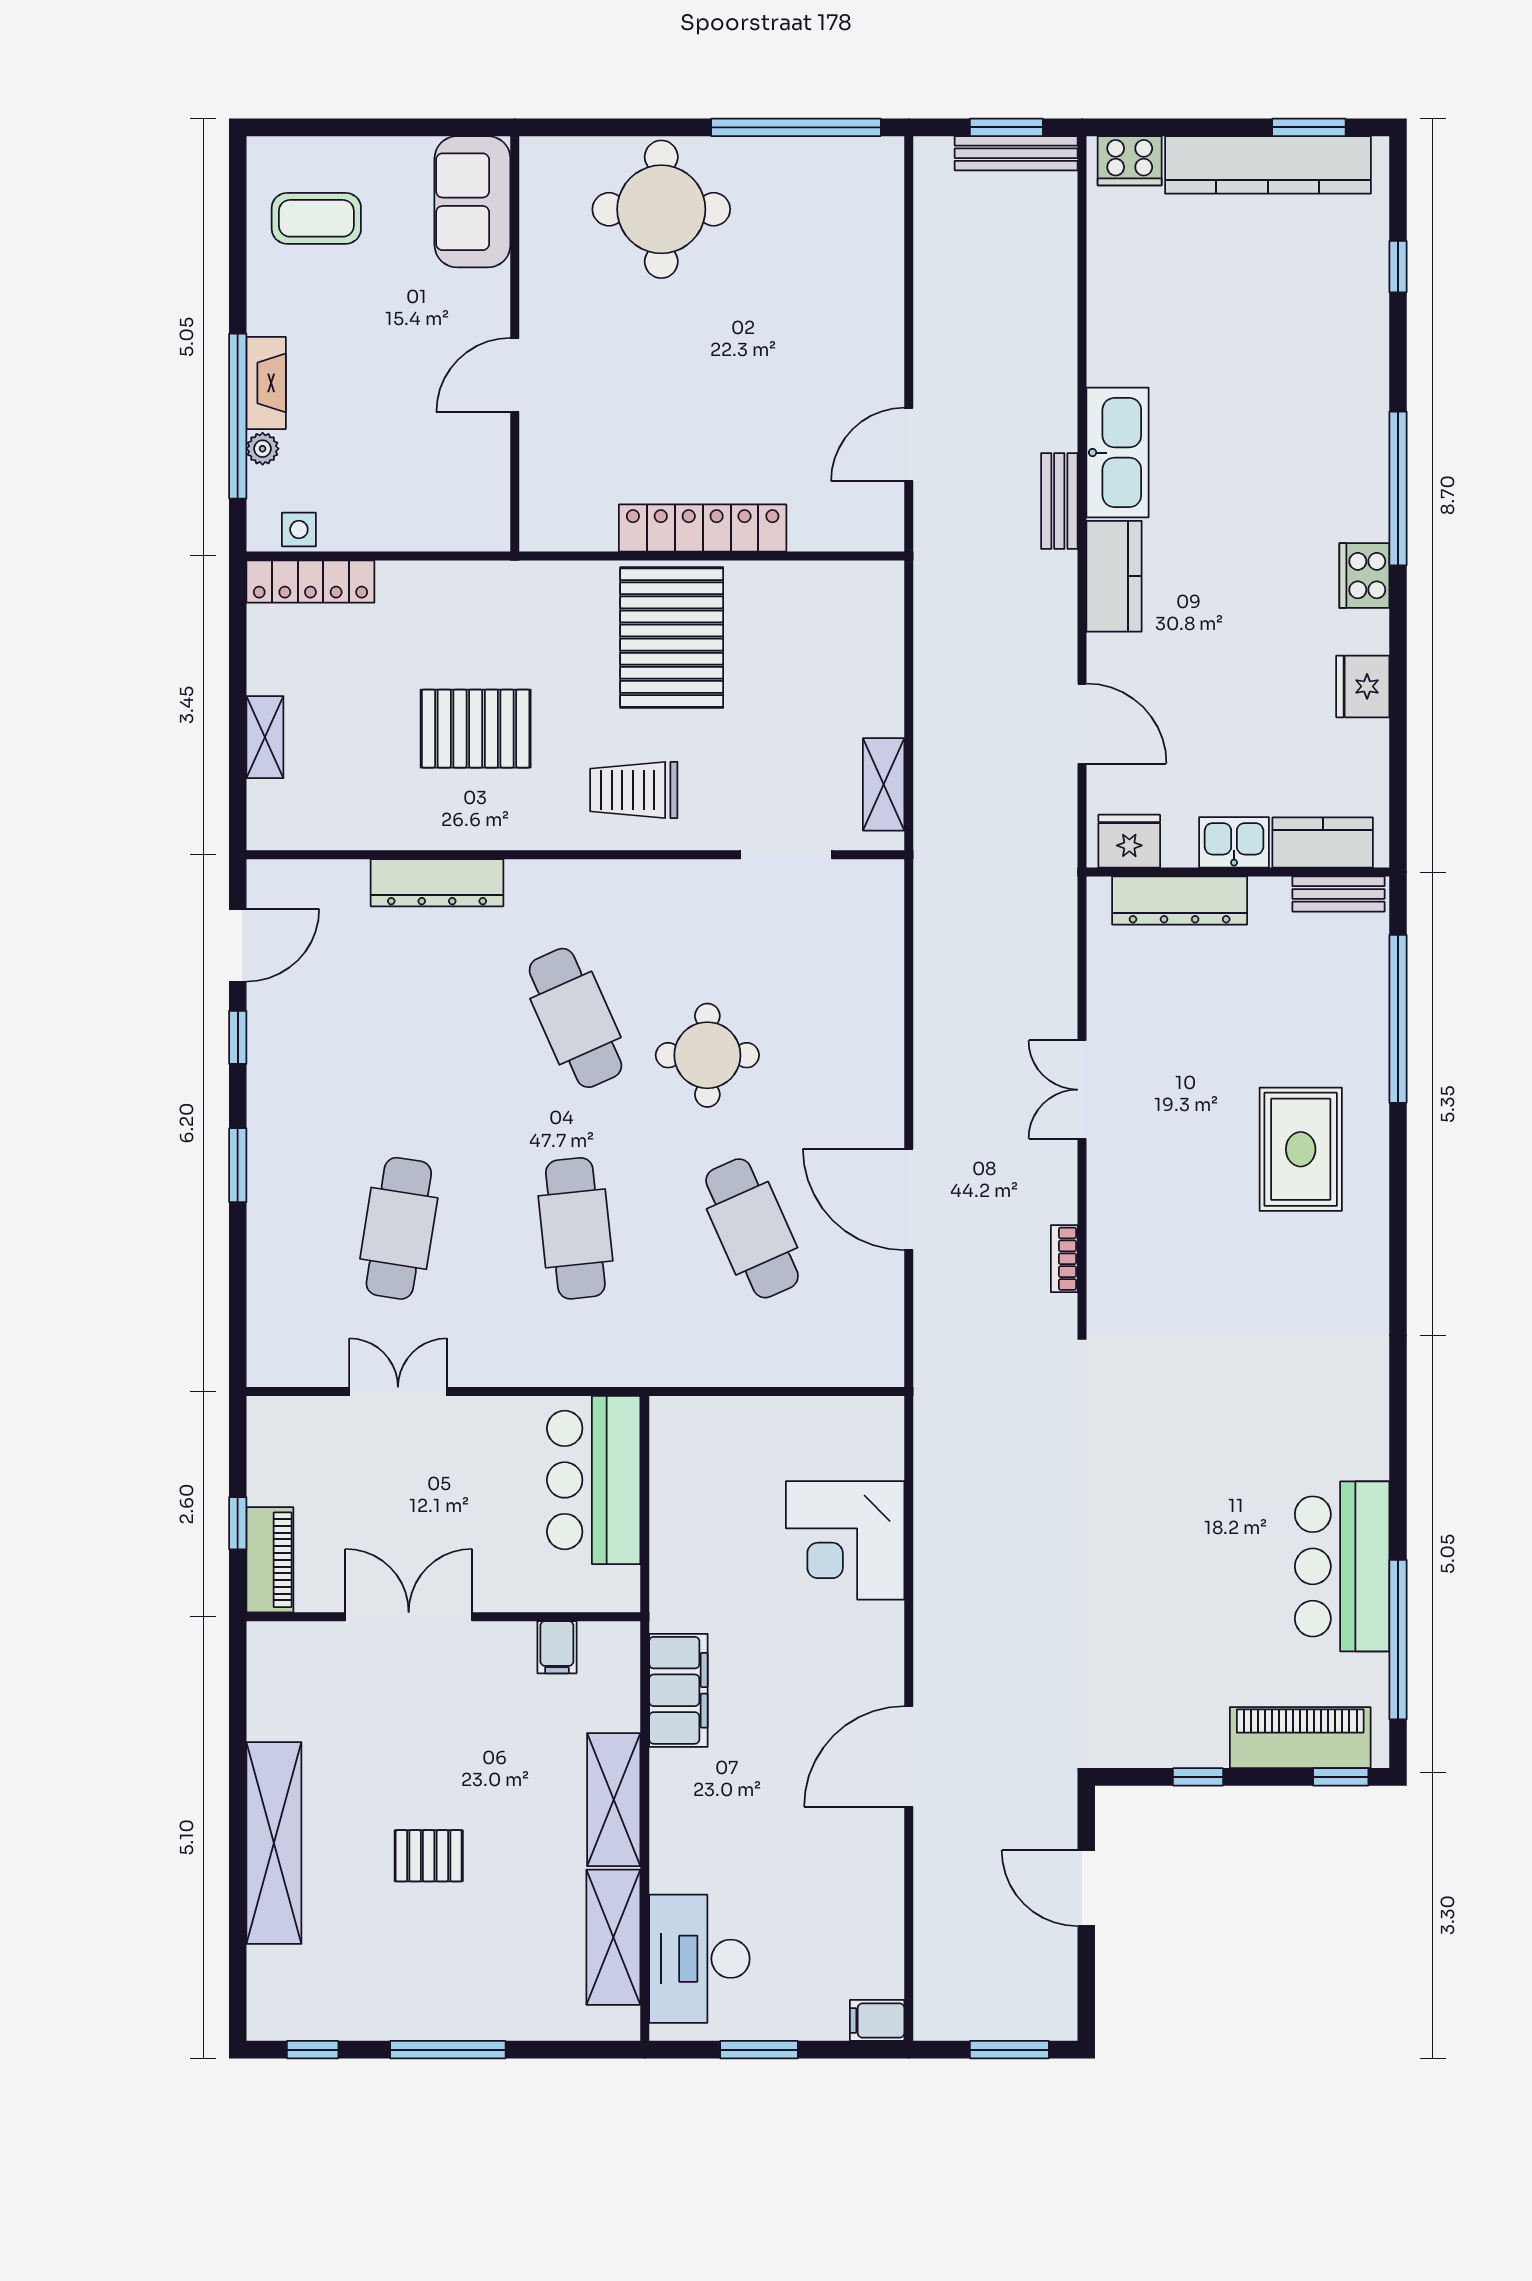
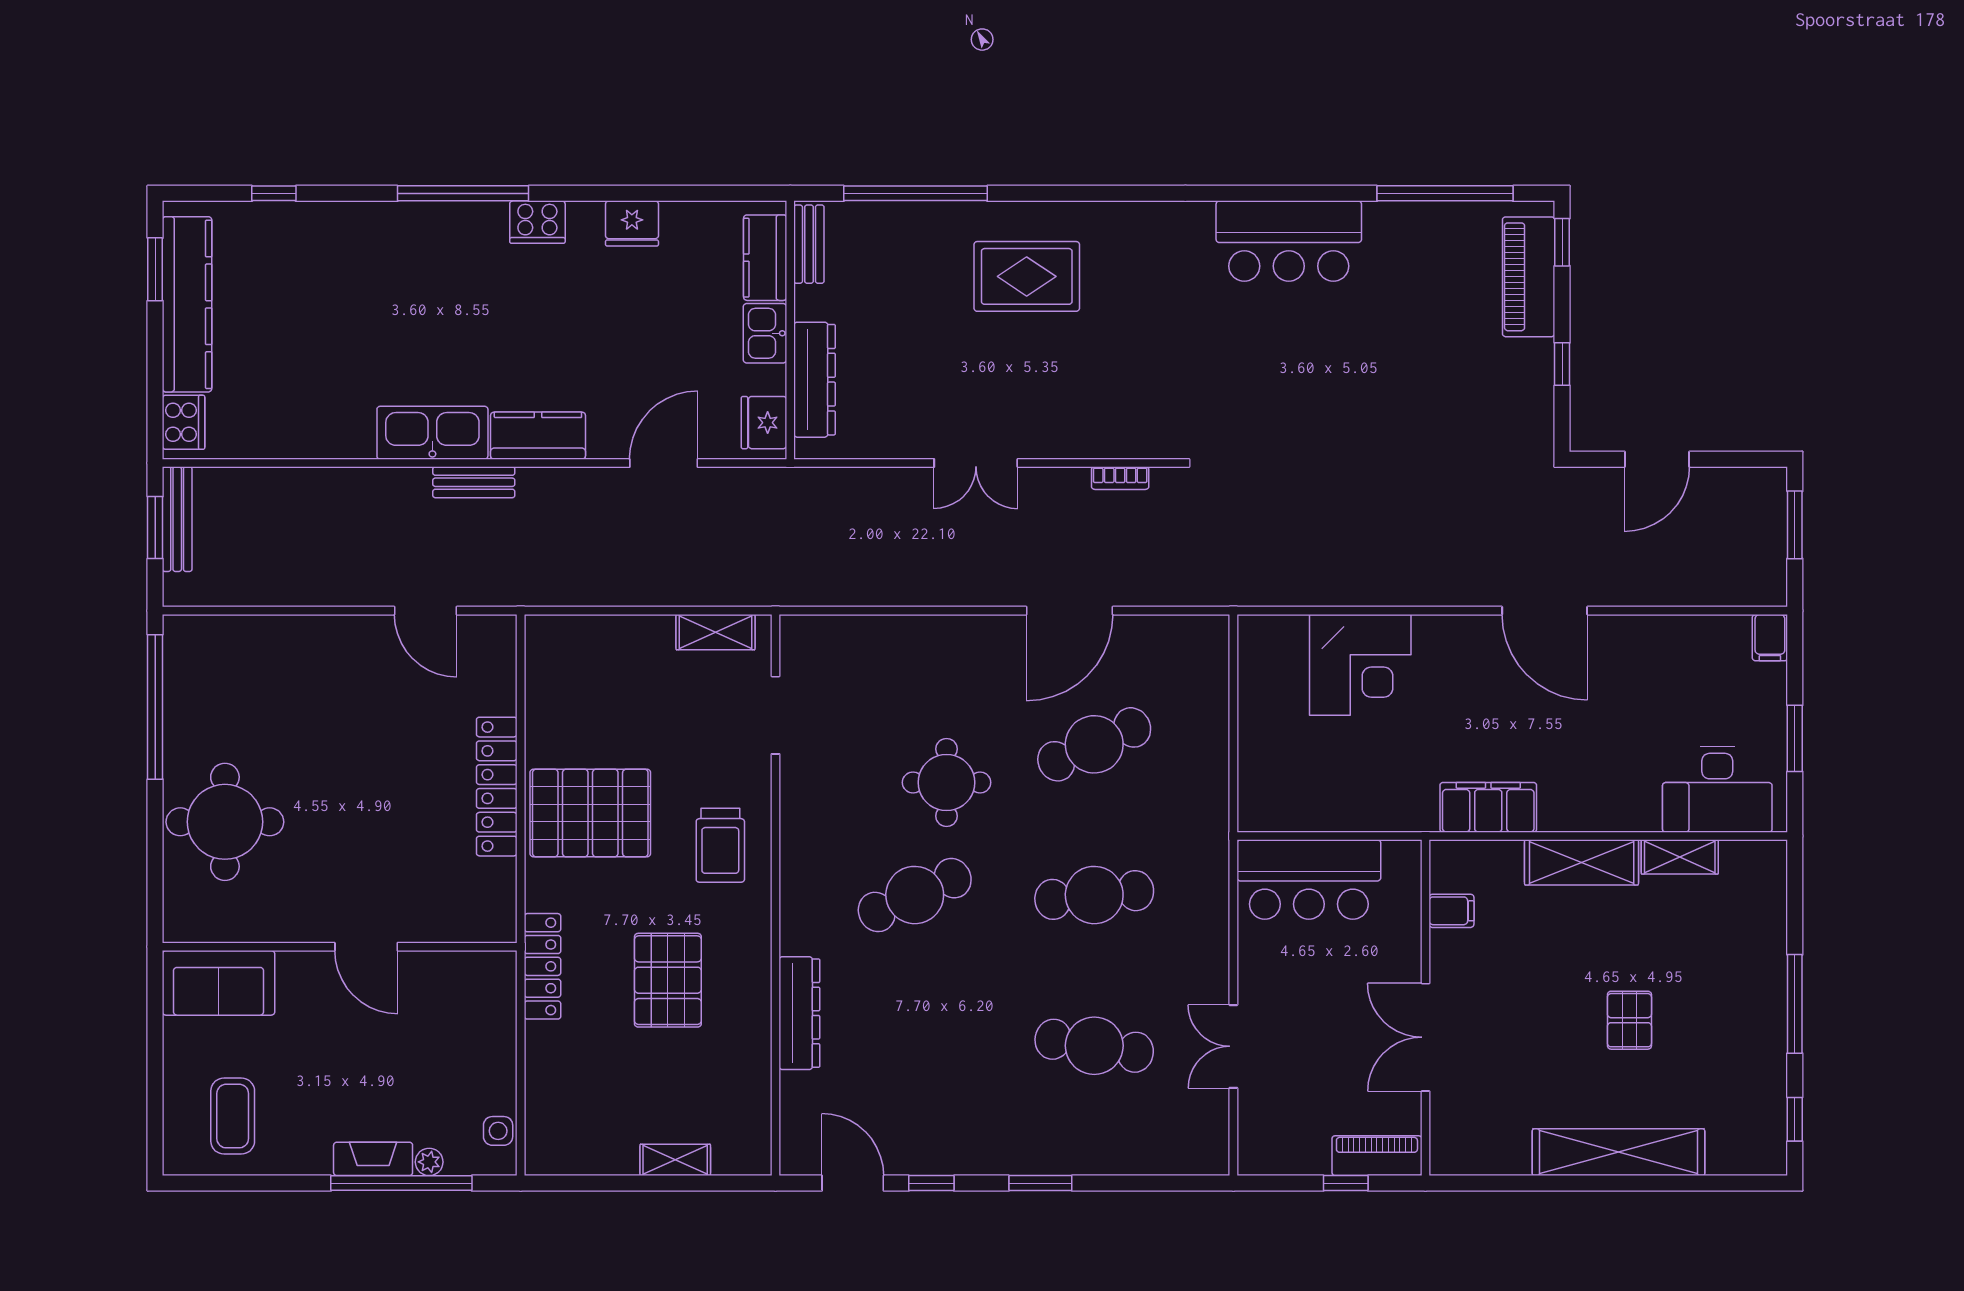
locker: (310, 582) -> (542, 966), moved
bar counter: (1342, 1566) -> (1289, 241), moved
shelving: (613, 1937) -> (1680, 857), width x0.67, depth x0.75

